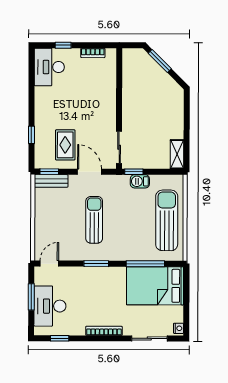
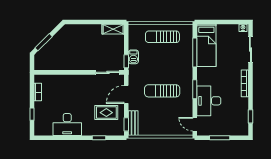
desk: (49, 67) -> (67, 124), moved
sun lounger: (167, 220) -> (162, 37), width x0.73, depth x0.75
bed: (155, 286) -> (206, 45), width x0.67
desk: (50, 306) -> (209, 101), moved, turned 90

